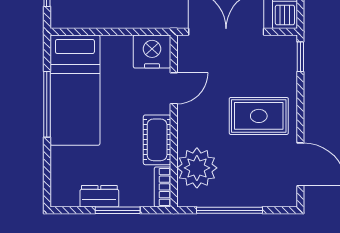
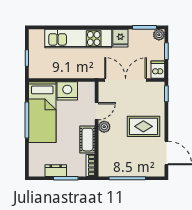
nightstand: (152, 52) -> (67, 91), moved
plant: (197, 168) -> (104, 127), moved, width x0.53, depth x0.53

